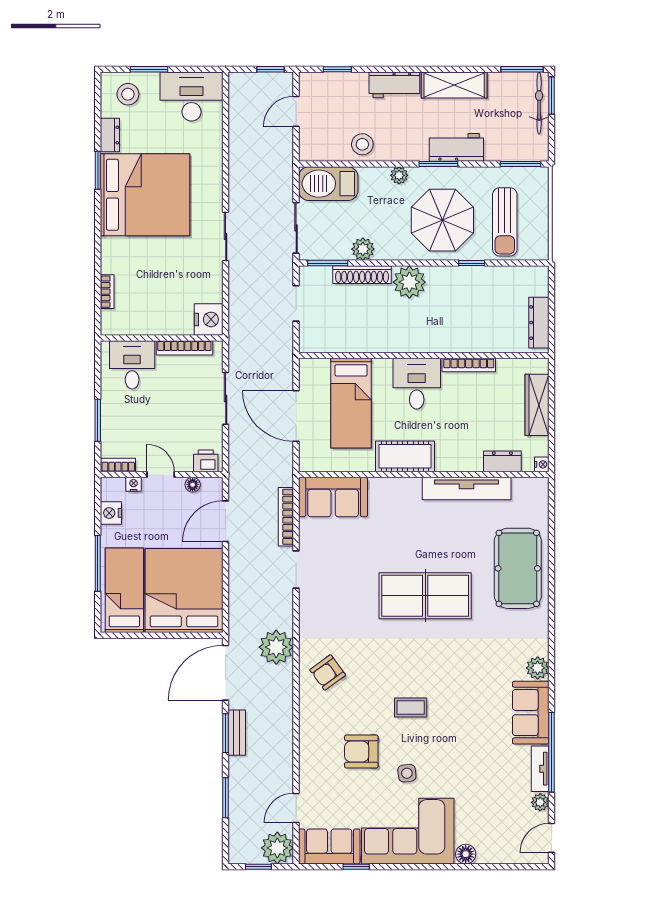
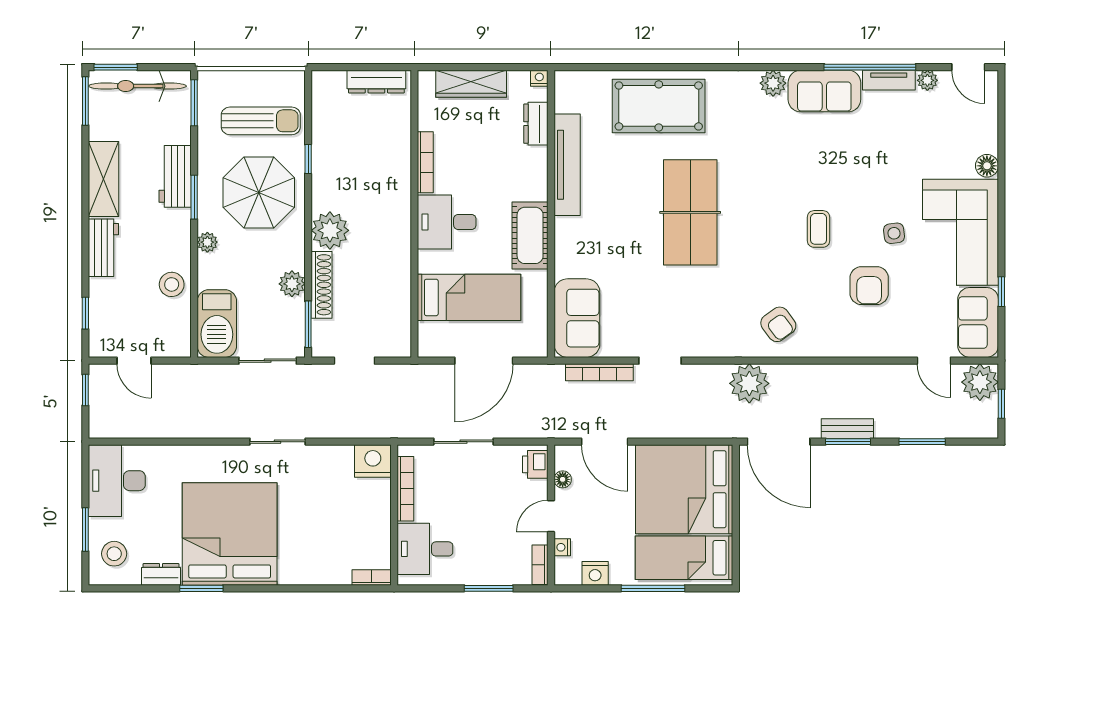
bicycle: (539, 103) -> (137, 86), width x1.37, depth x1.40
bookcase: (107, 292) -> (372, 577), moved

